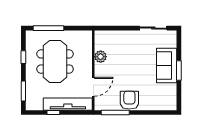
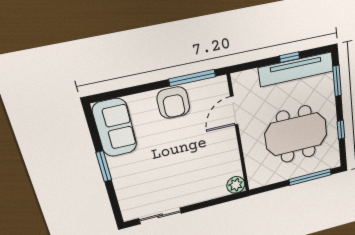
plant: (101, 57) -> (236, 185), moved
meeting table: (55, 61) -> (296, 134), turned 90
sofa: (167, 66) -> (115, 128), moved
tv unit: (68, 104) -> (296, 69), moved

